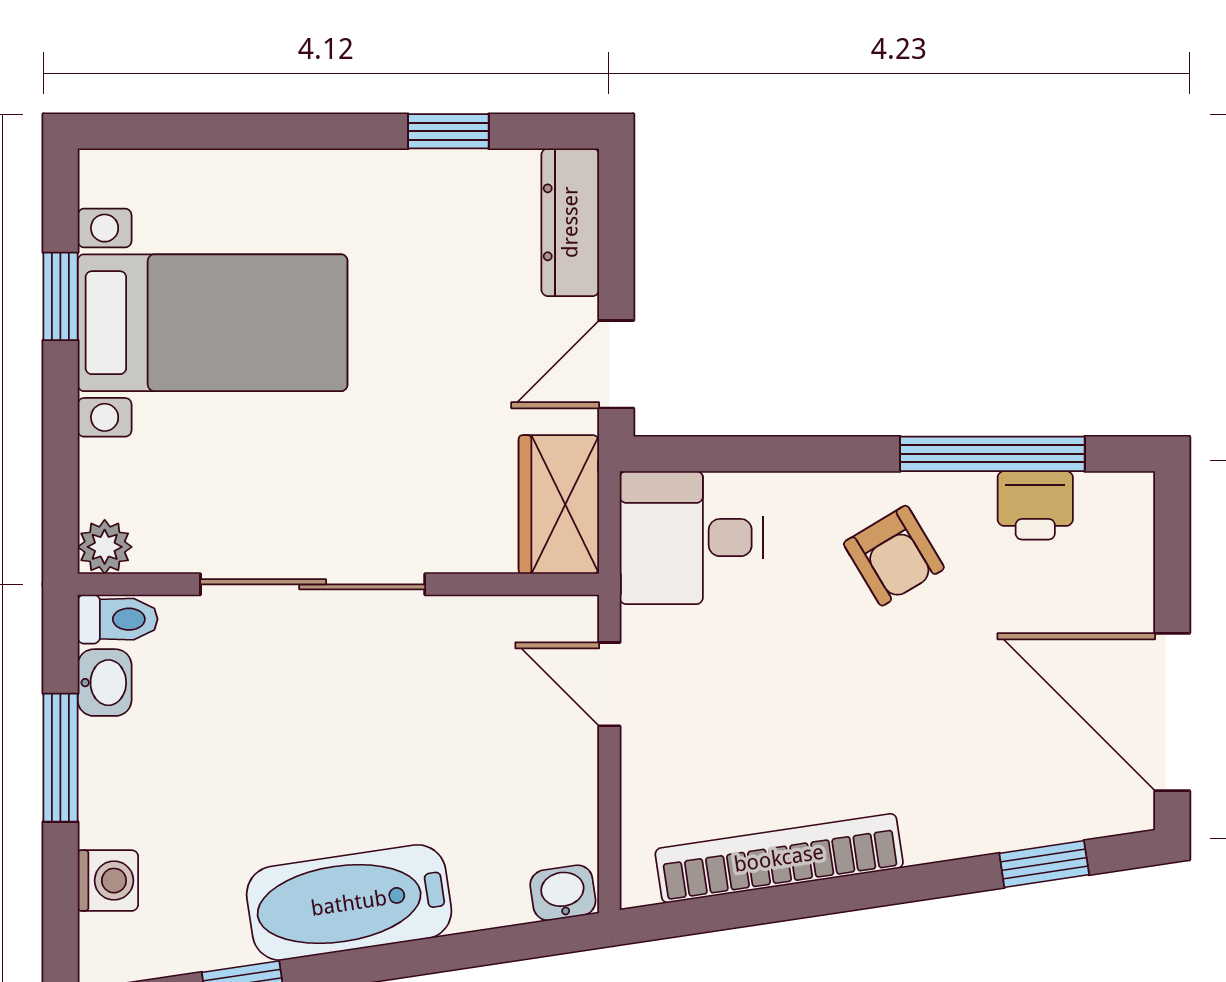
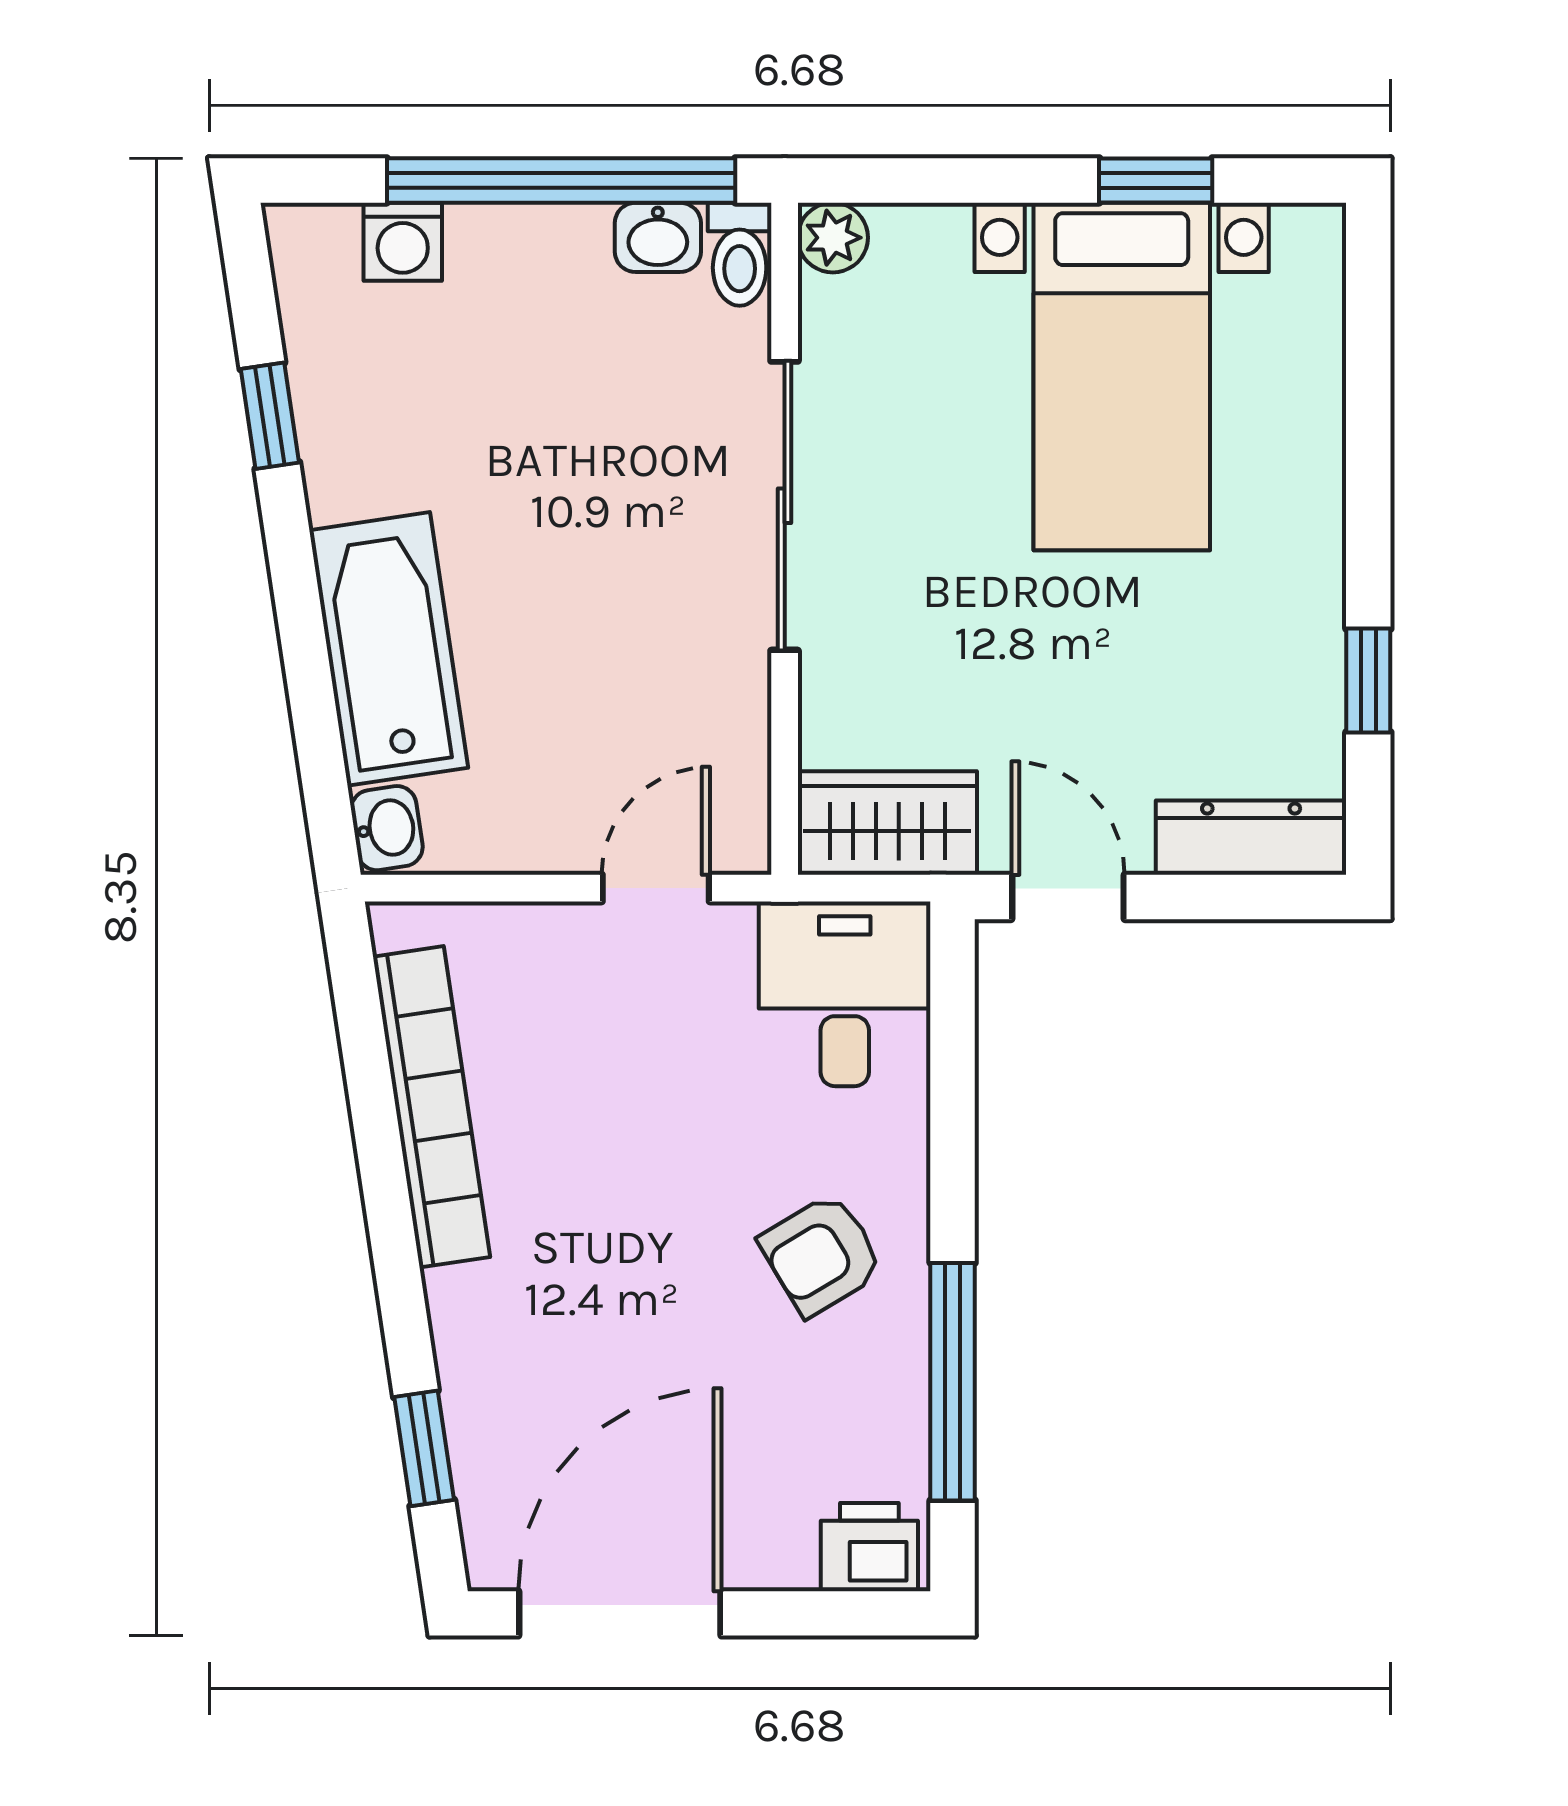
printer: (1035, 505) -> (869, 1547), moved, turned 90
window: (60, 758) -> (561, 180), width x2.11
bathtub: (349, 903) -> (389, 649), moved

